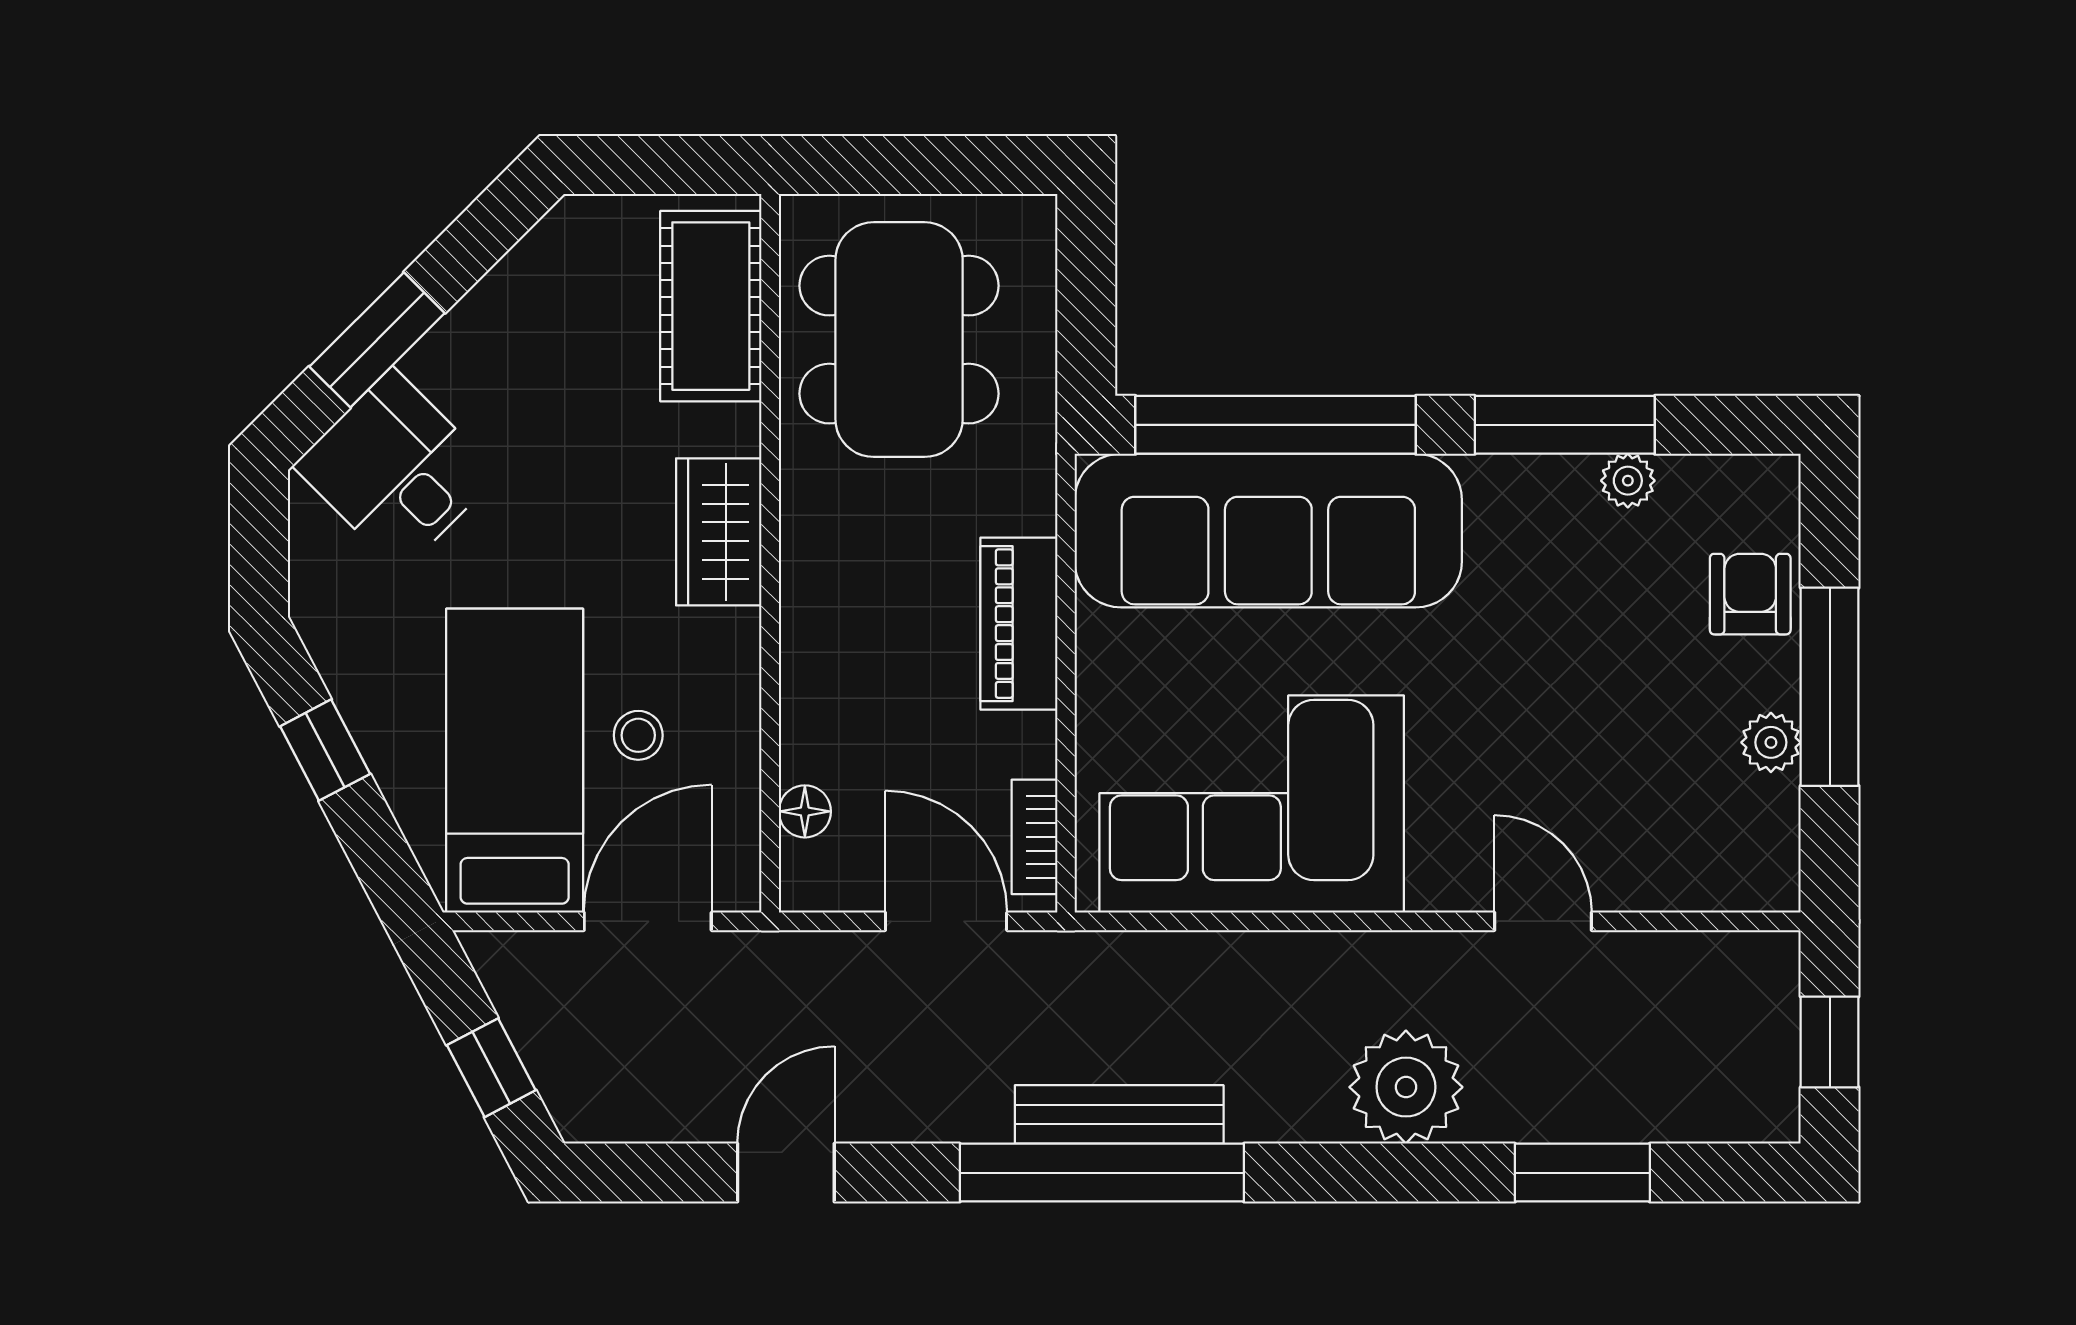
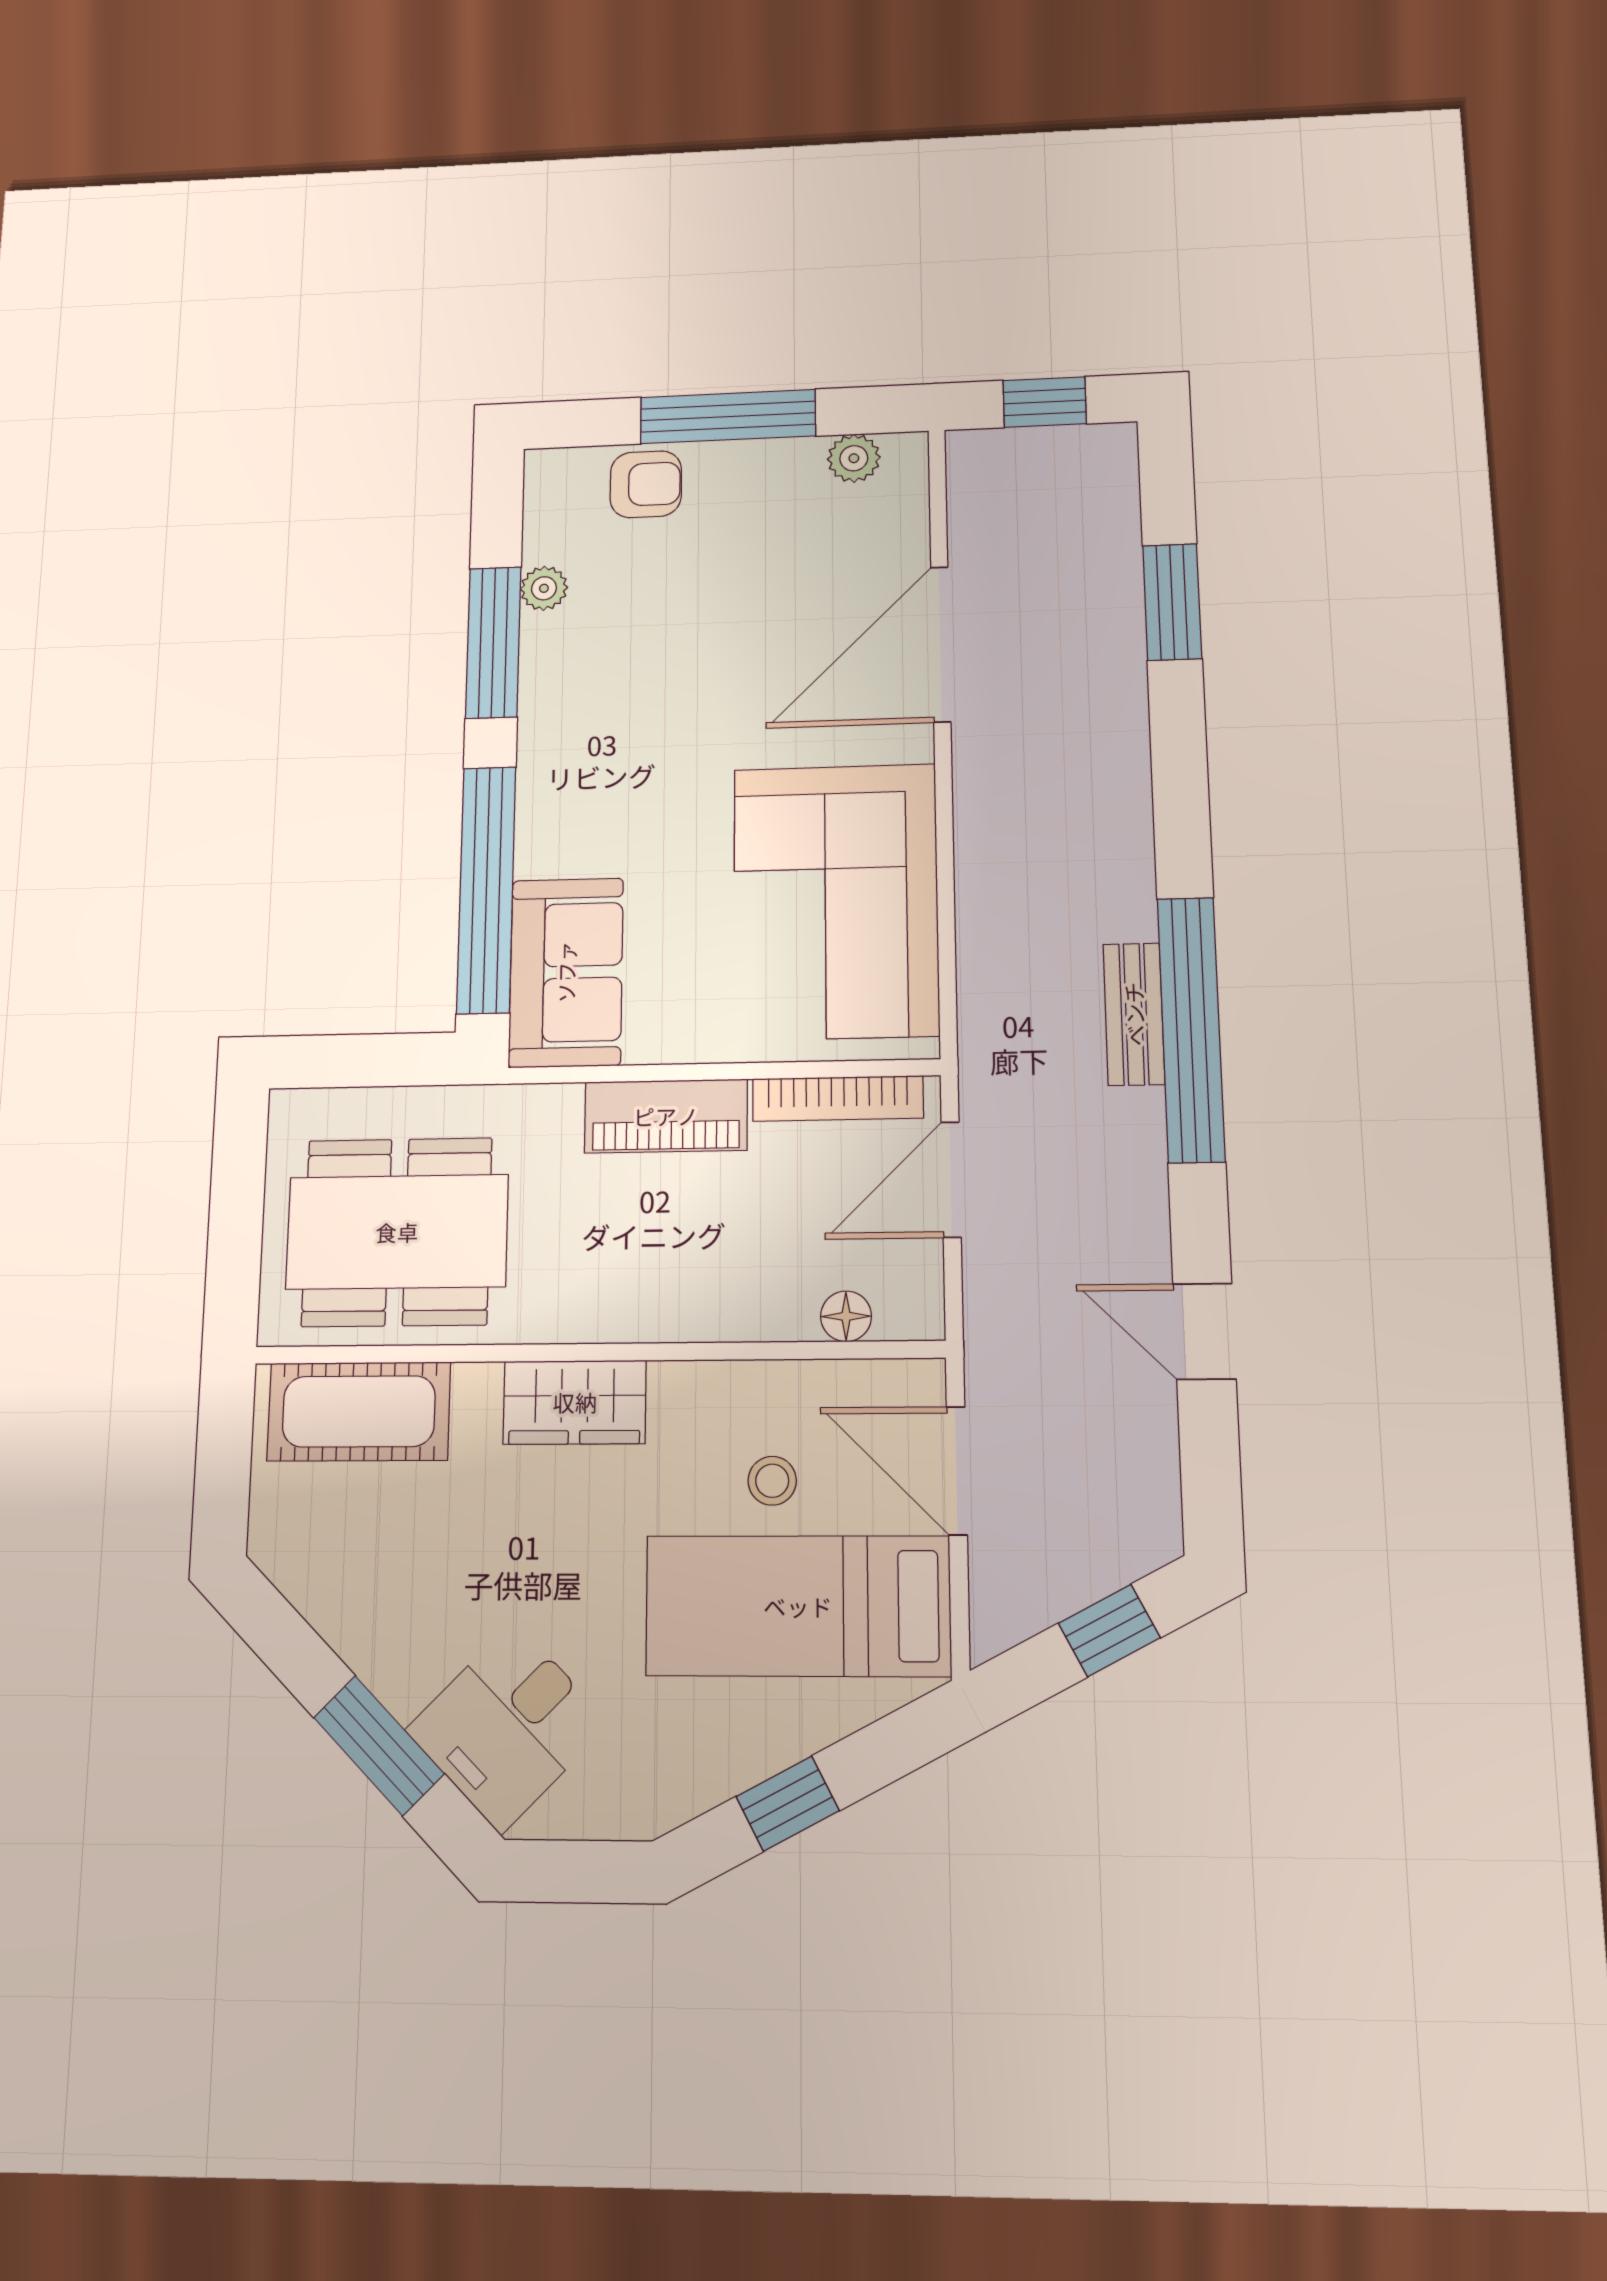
sofa: (1268, 531) -> (566, 972), width x0.54, depth x0.79
armchair: (1750, 594) -> (646, 484), turned 180
plant: (1771, 742) -> (854, 458), moved
bookcase: (1034, 837) -> (838, 1098), width x1.56
door: (1543, 921) -> (941, 644), width x1.88
plant: (1406, 1087) -> (1098, 757), removed
bench: (1119, 1114) -> (1134, 1014), width x0.73

